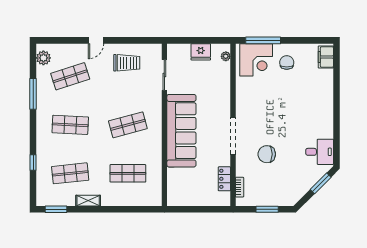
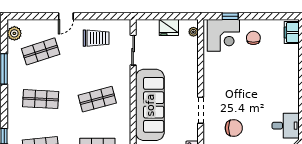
window: (263, 40) -> (230, 16), width x0.46
doorway: (233, 136) -> (201, 110), width x0.73
chair: (267, 154) -> (234, 128), turned 180

